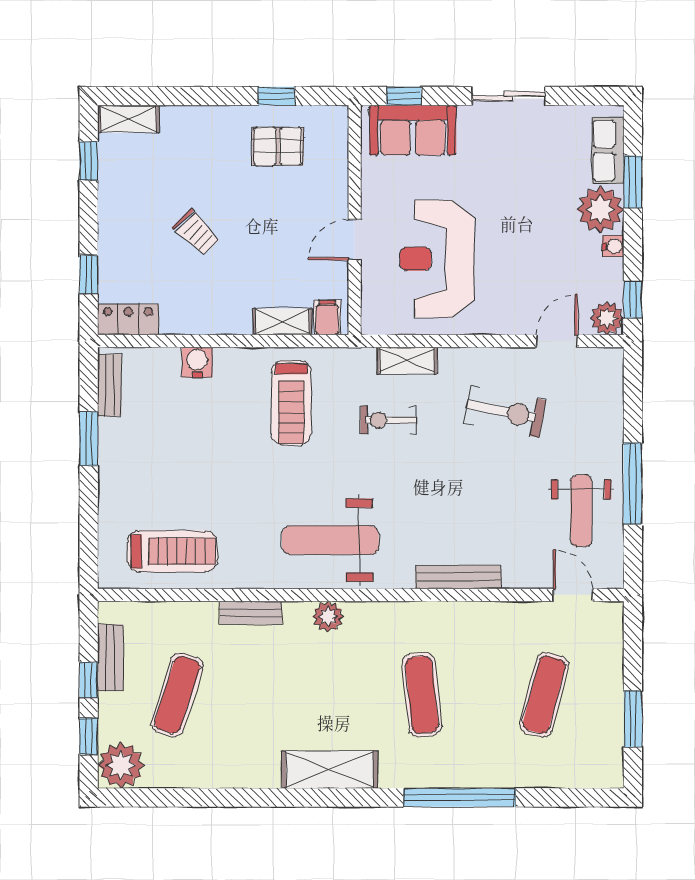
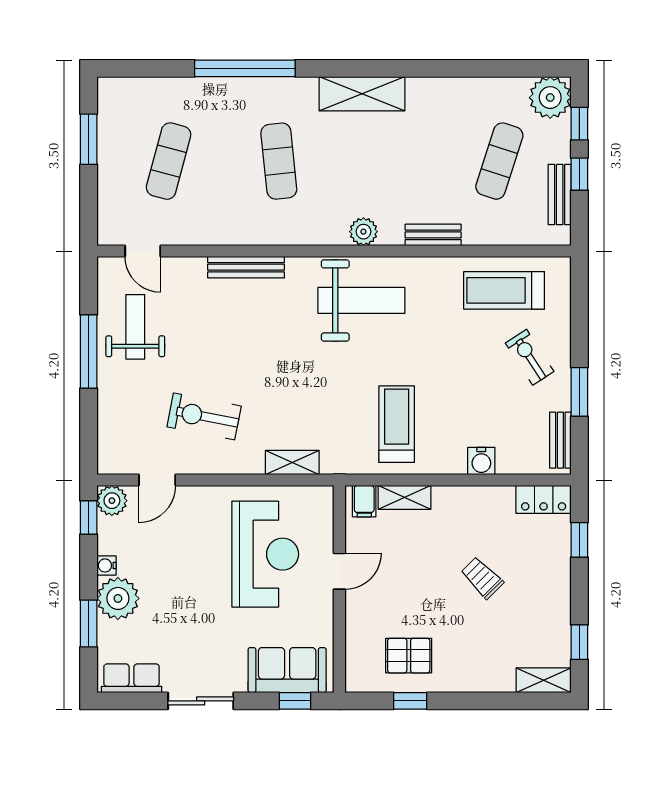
row of seats: (608, 150) -> (132, 678), moved, turned -90
exercise bike: (389, 420) -> (530, 357), moved, turned -123

